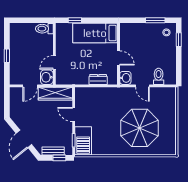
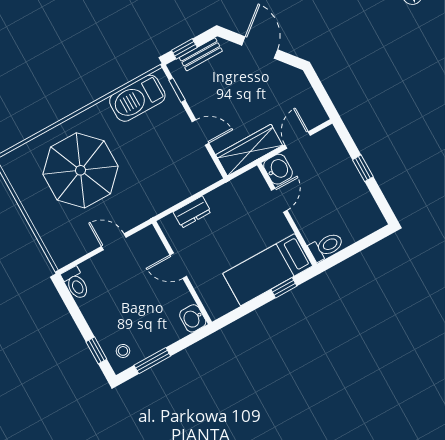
bed: (95, 33) -> (268, 270), moved, turned 180
toilet: (159, 76) -> (76, 283), moved
washbasin: (125, 78) -> (193, 318), moved
barbecue: (83, 141) -> (137, 98), moved, turned -90

